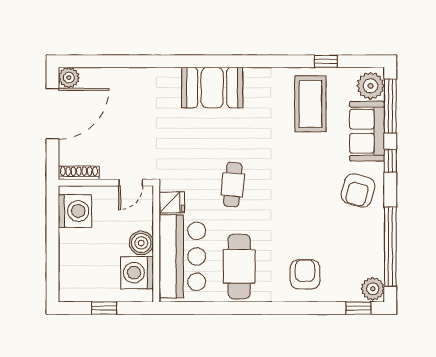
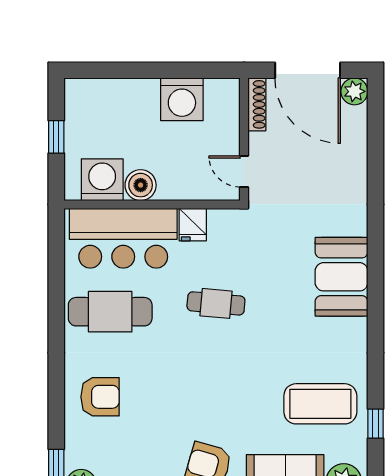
shoe rack: (79, 173) -> (257, 104), moved
wall: (106, 183) -> (244, 139), moved
door: (131, 183) -> (244, 171), moved

